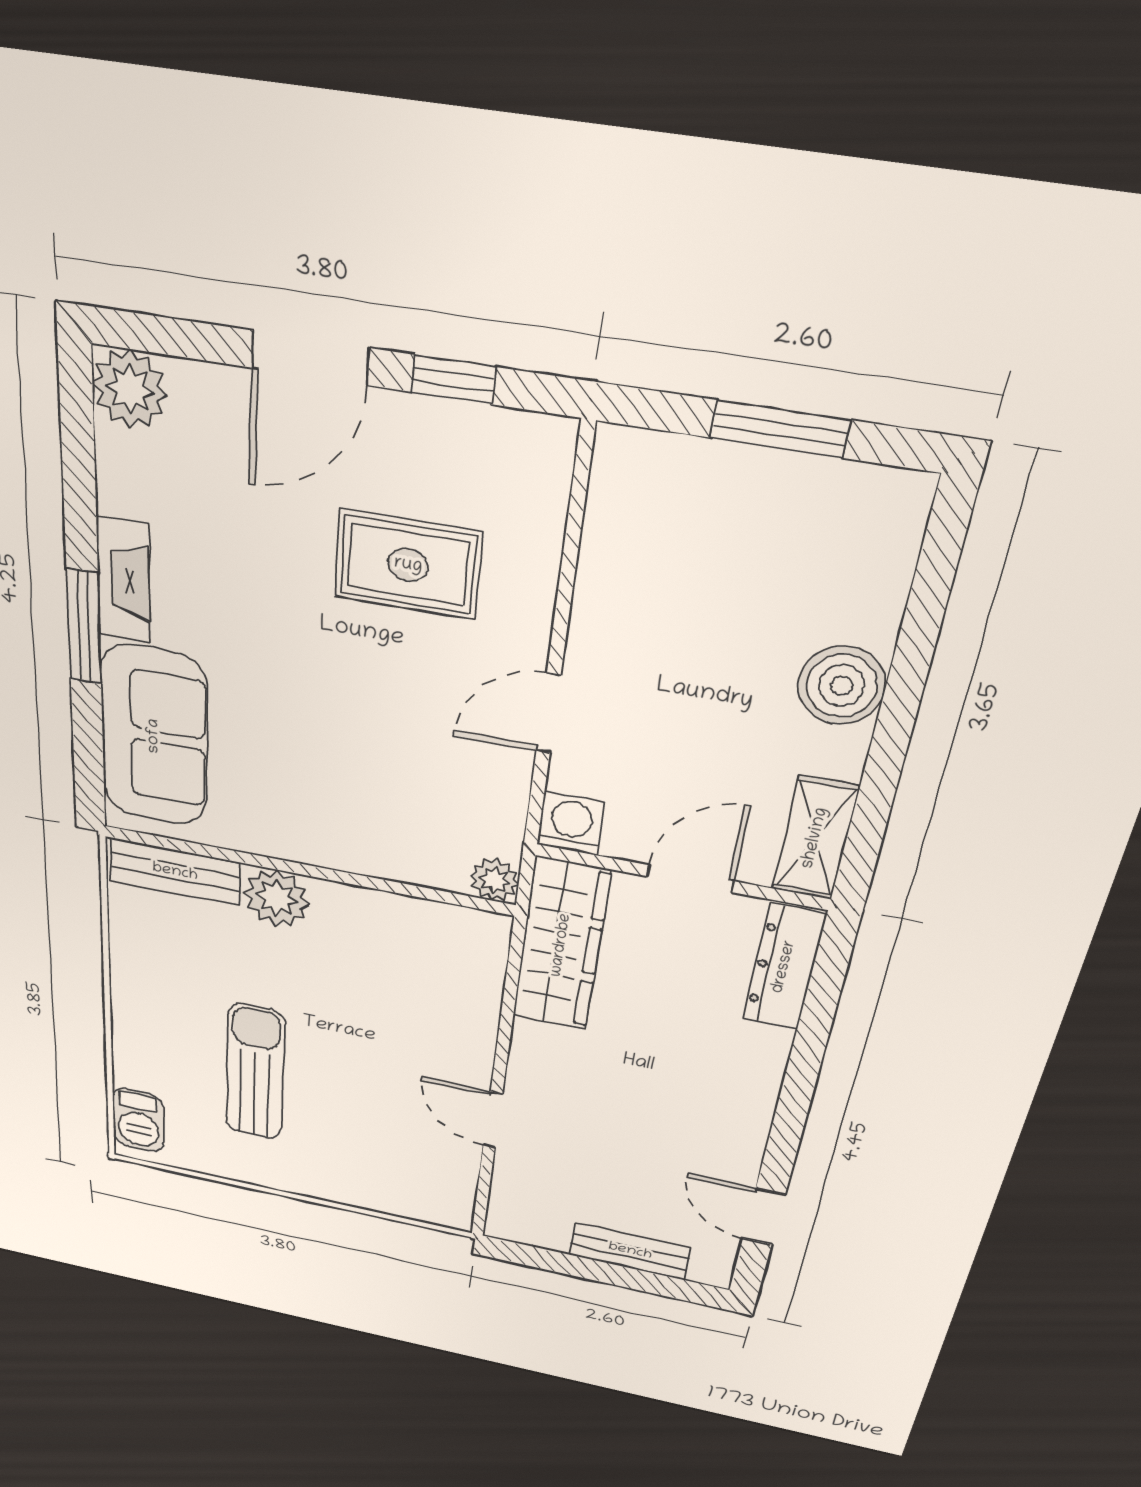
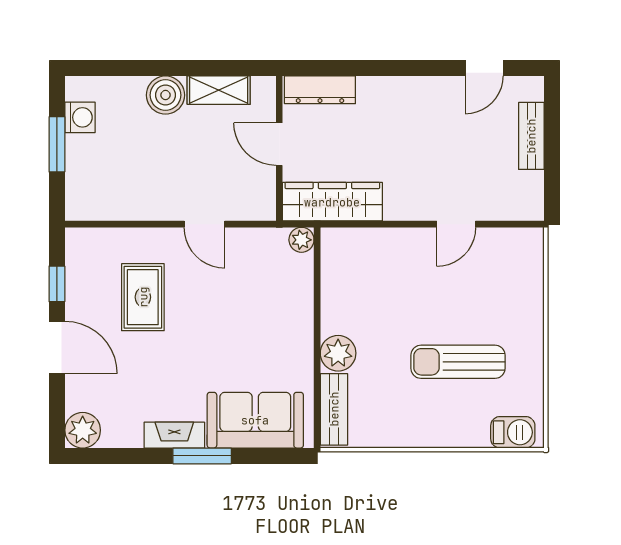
washing machine: (571, 823) -> (80, 117), moved, turned 180
shelving: (815, 838) -> (219, 90), moved

